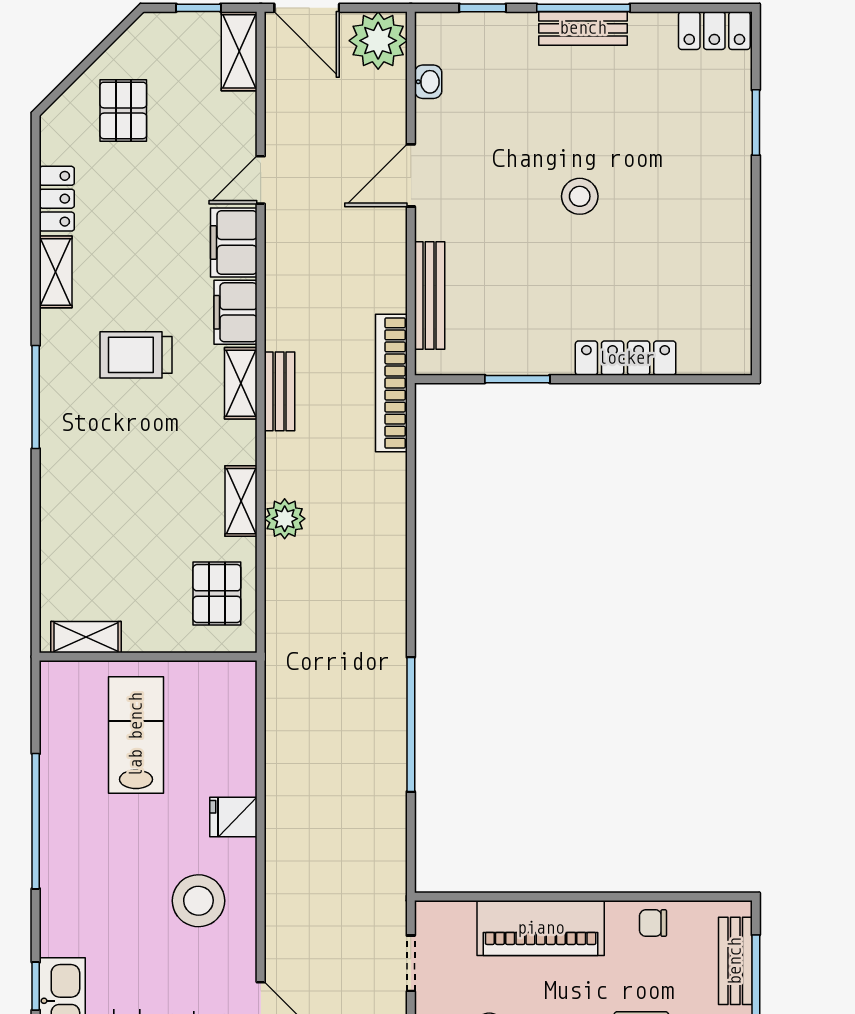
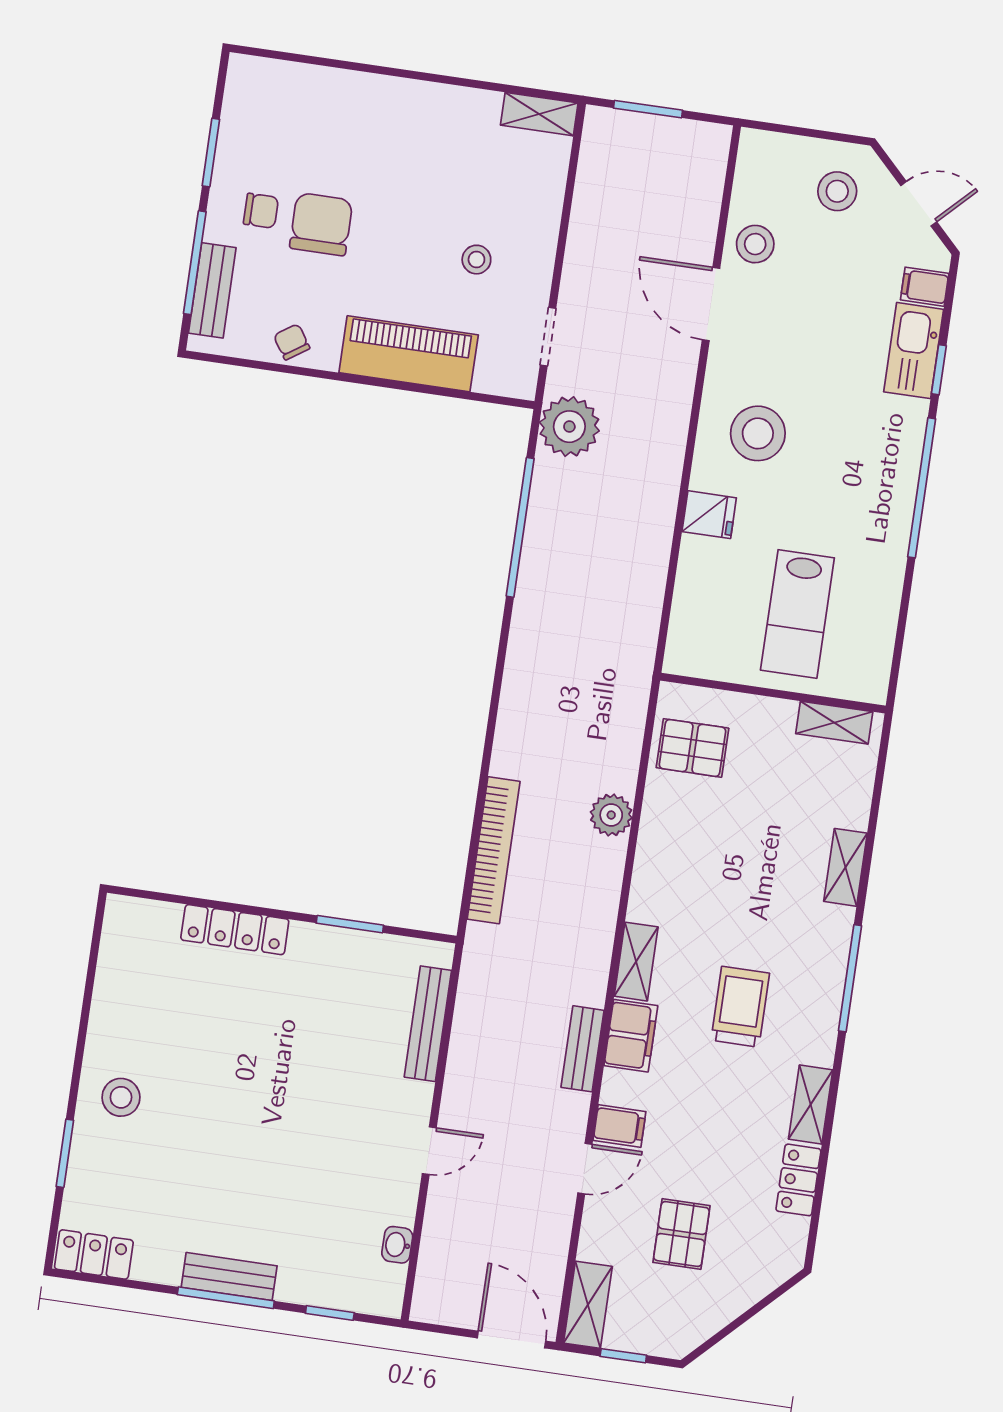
plant: (378, 41) -> (569, 427), moved
pallet: (123, 110) -> (681, 1234), moved
door: (411, 175) -> (429, 1151), width x0.73
stool: (580, 196) -> (121, 1097), moved
filing cabinet: (234, 242) -> (619, 1126), width x0.50
trolley: (136, 355) -> (740, 1007), turned -90
bookcase: (391, 383) -> (494, 850), moved
bench: (280, 391) -> (583, 1049), moved
shelving: (241, 501) -> (845, 867), moved
pallet: (217, 594) -> (692, 748), turned 90
window: (411, 724) -> (520, 527), moved
window: (36, 821) -> (922, 488), moved
chair: (653, 923) -> (292, 342), turned -124

